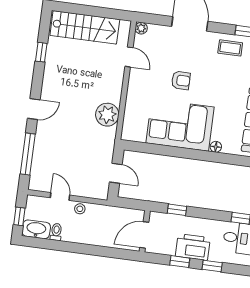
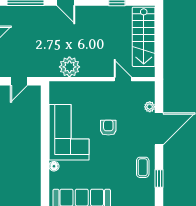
plant: (141, 28) -> (150, 107), moved
door: (129, 57) -> (123, 79), swing flipped
armchair: (181, 80) -> (108, 128), turned 180

